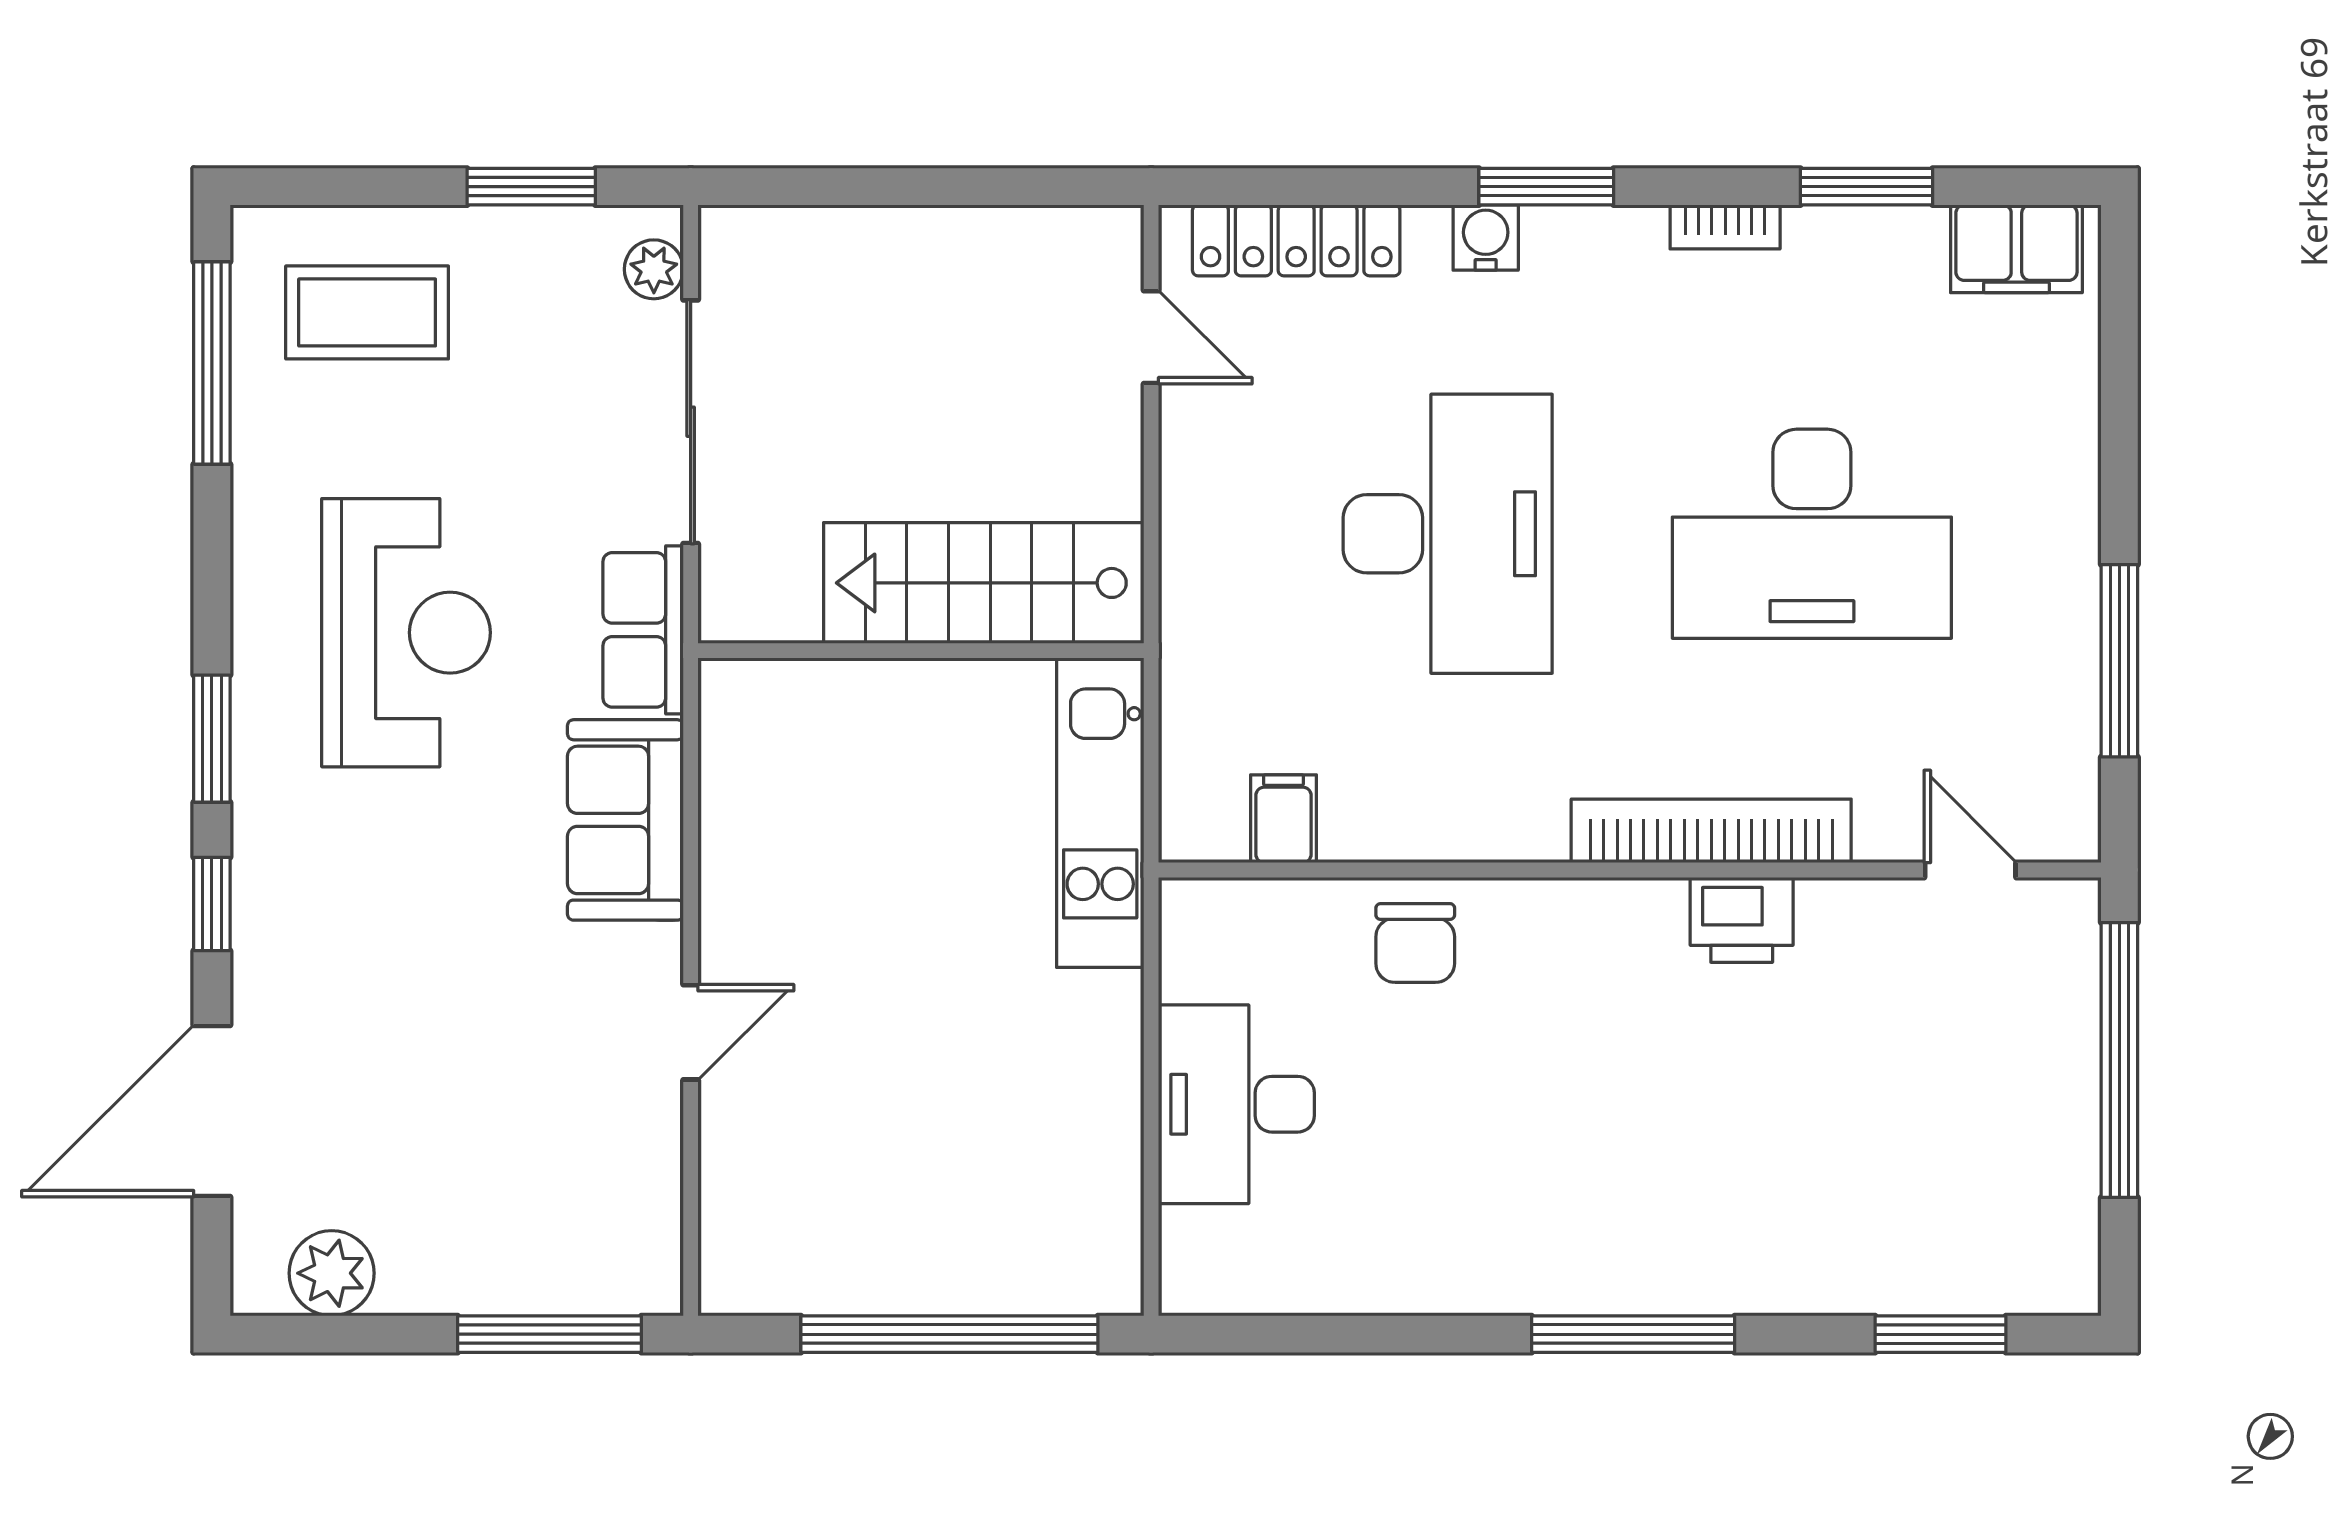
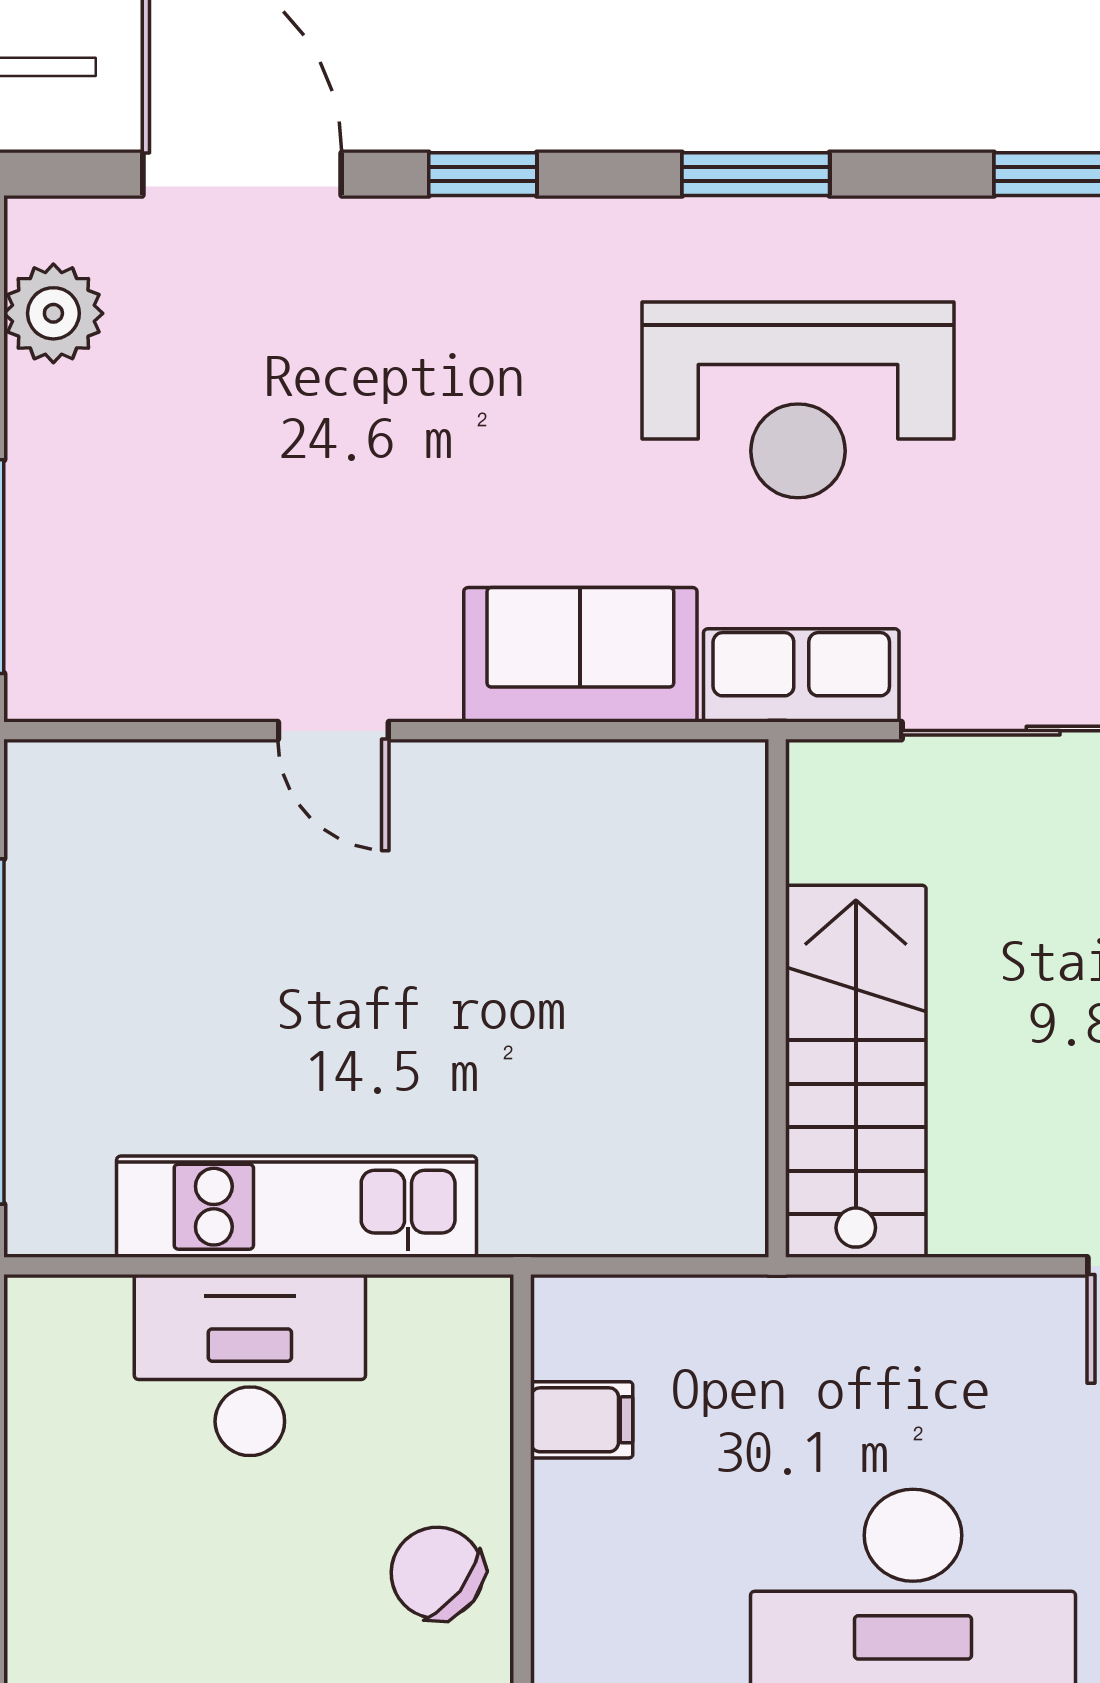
window: (212, 739) -> (756, 174), moved
kitchen unit: (1100, 813) -> (297, 1207), moved
chair: (1415, 943) -> (437, 1573), turned 38

